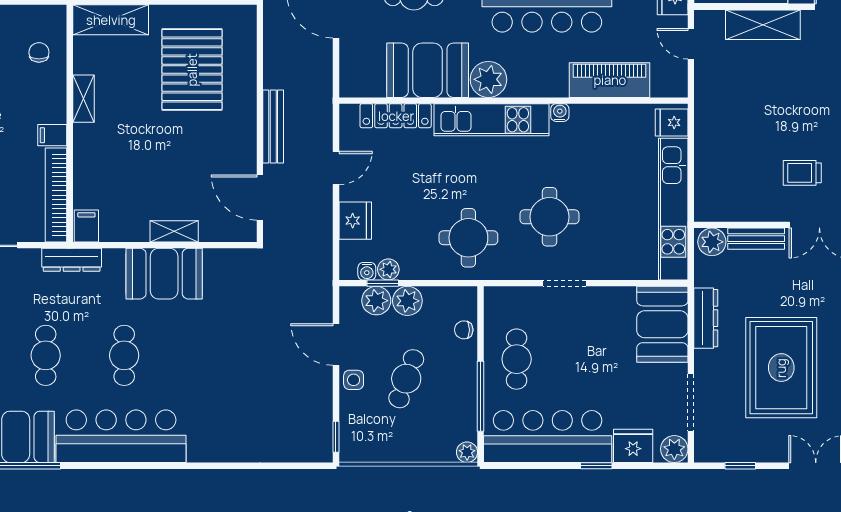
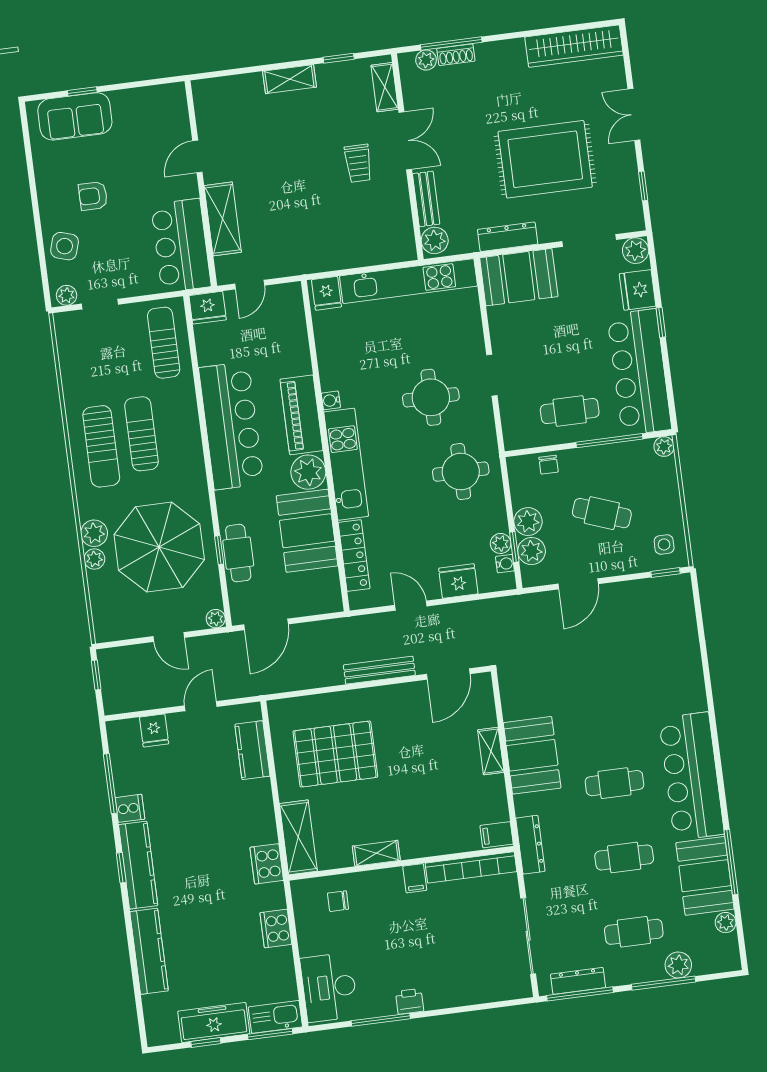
piano: (610, 80) -> (301, 415), moved
side table: (354, 380) -> (664, 545), moved

